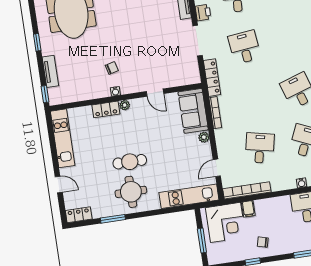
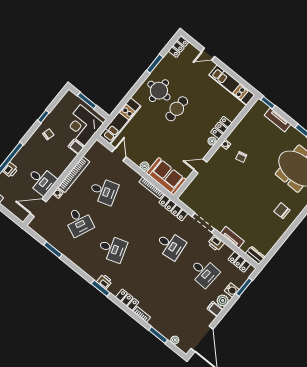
desk: (260, 148) -> (104, 191), turned -30
bookcase: (247, 190) -> (74, 174), moved

